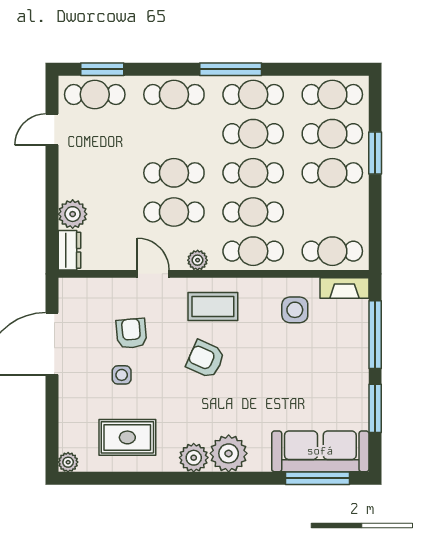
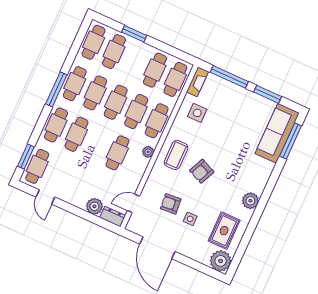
cafe table: (174, 173) -> (76, 134), moved
cafe table: (332, 173) -> (155, 70), moved
door: (153, 274) -> (133, 203), moved
plant: (229, 453) -> (256, 182), removed
plant: (68, 462) -> (221, 261), width x1.87, depth x1.87

